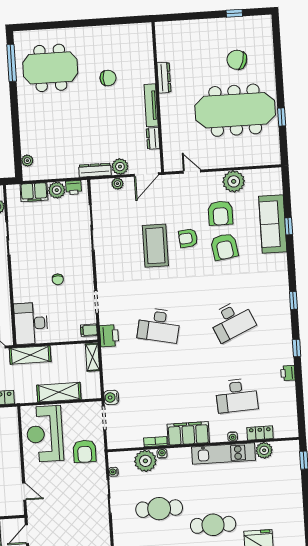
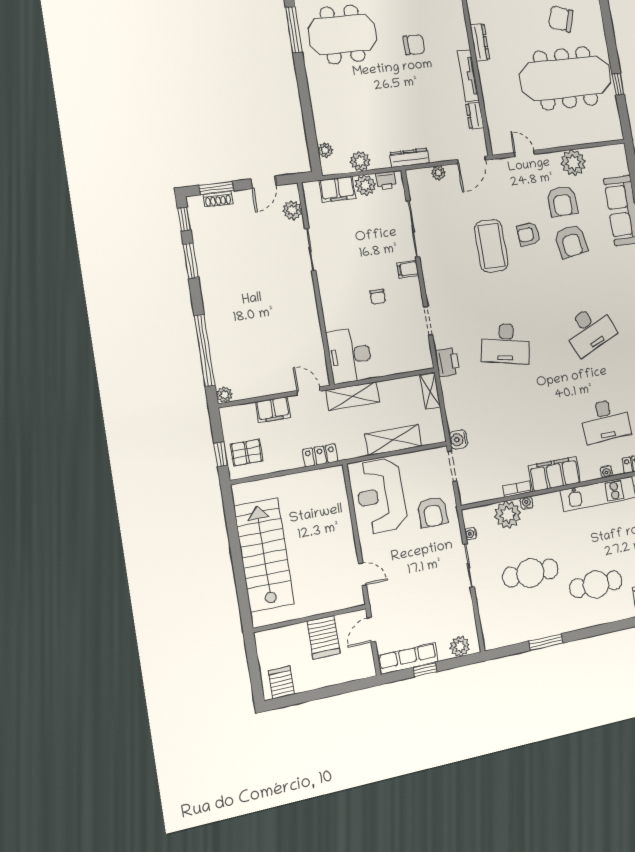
plant: (120, 167) -> (360, 161), moved
filing cabinet: (89, 330) -> (408, 269), moved

